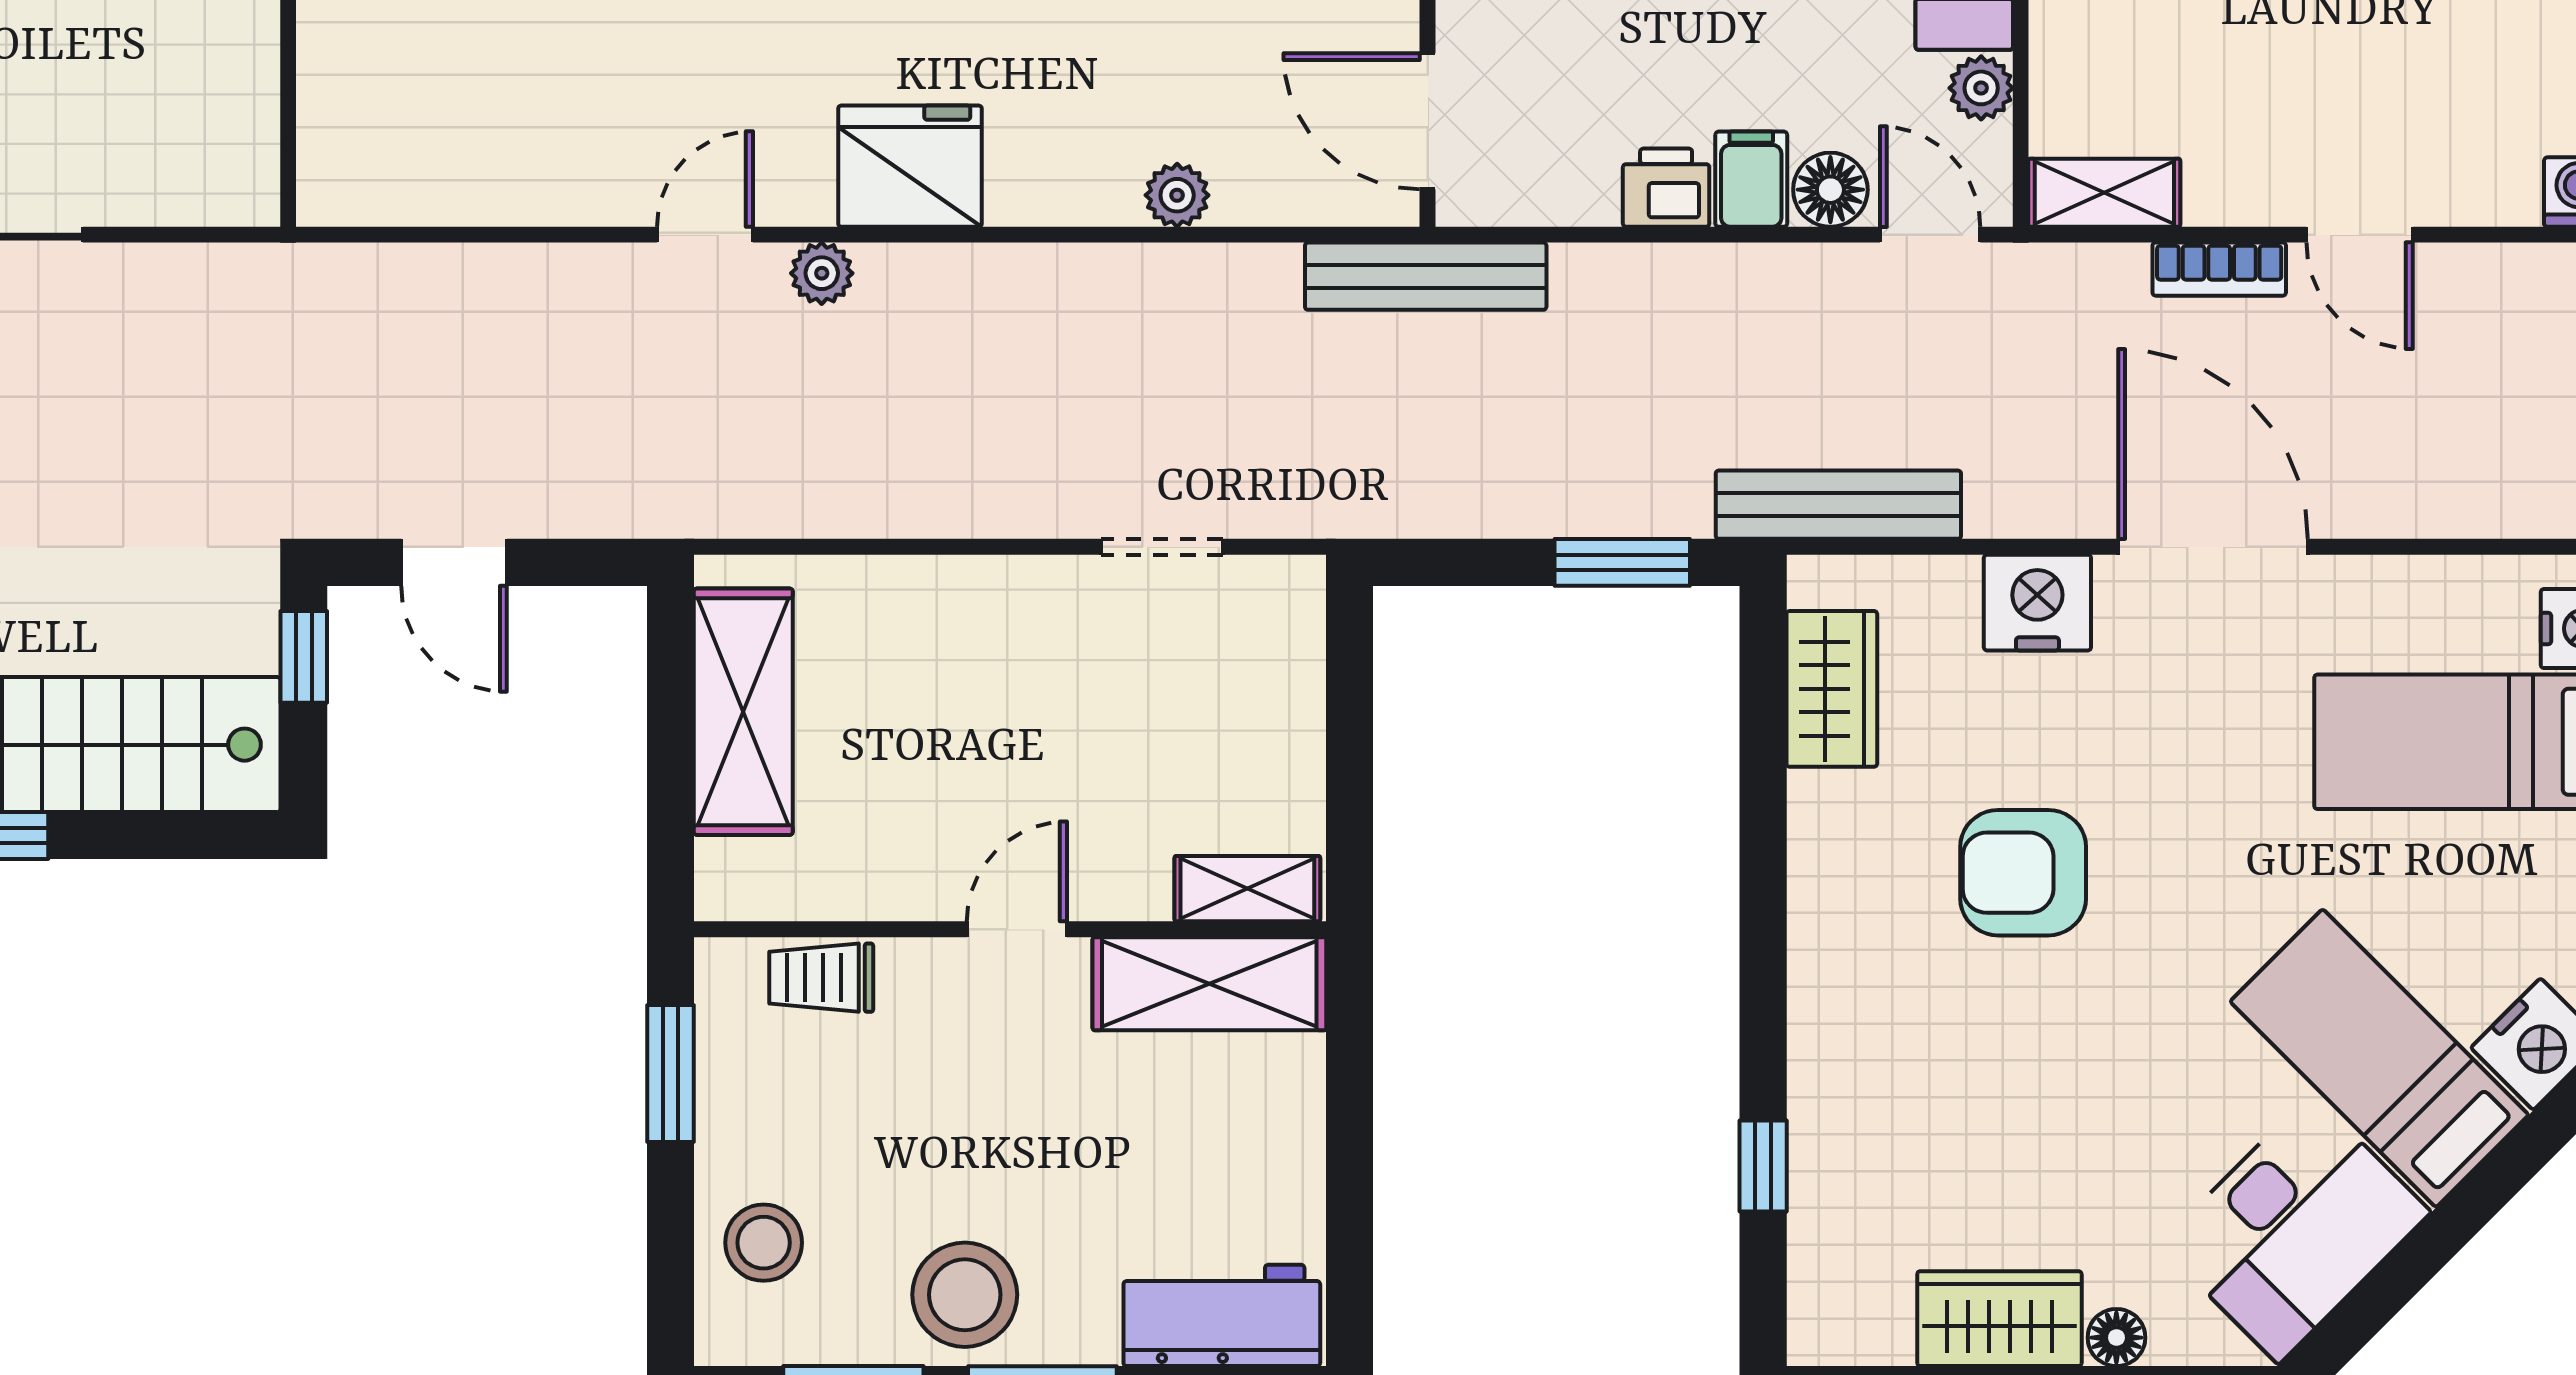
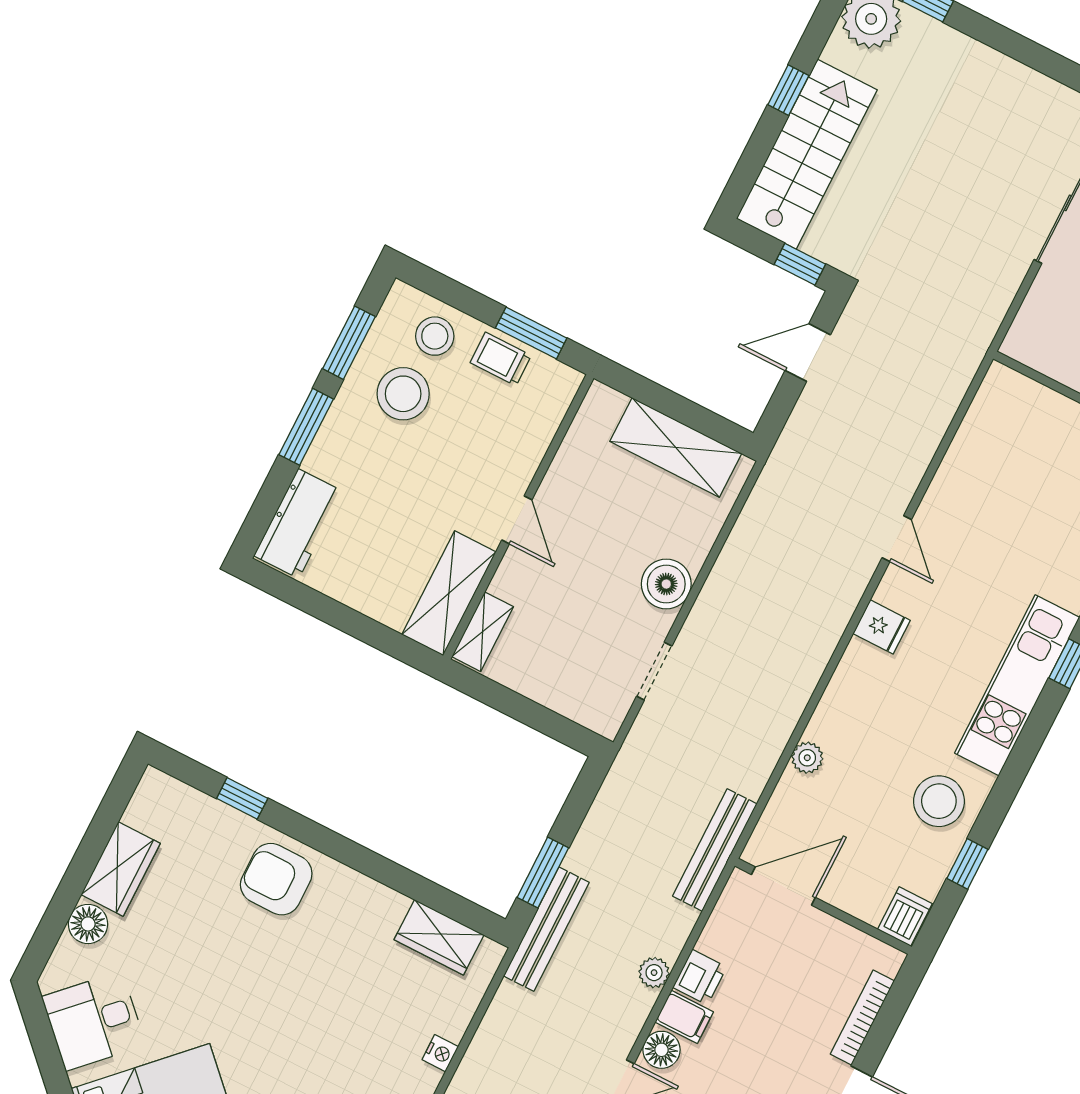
fridge: (910, 166) -> (882, 627), width x0.53, depth x0.75
plant: (822, 273) -> (654, 973), moved
bench: (1838, 505) -> (546, 929), moved
nightstand: (2037, 603) -> (440, 1053), width x0.53, depth x0.56
boiler: (995, 605) -> (666, 584), added
armchair: (2023, 873) -> (276, 879), moved, turned -90
trolley: (821, 978) -> (501, 359), moved, turned -90
desk: (2295, 1229) -> (94, 1021), width x0.73
stool: (965, 1295) -> (403, 394), moved
floor lamp: (2116, 1338) -> (88, 924), width x1.37, depth x1.37

